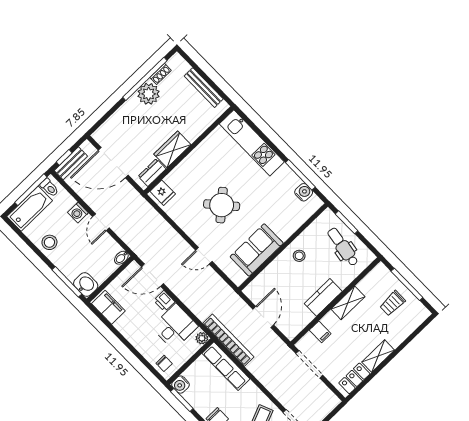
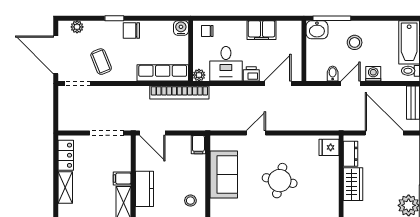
door: (113, 163) -> (384, 133), hinge flipped
round table: (222, 205) -> (280, 181), turned -37
door: (101, 222) -> (351, 83), hinge flipped
stool: (49, 242) -> (355, 42), moved
bidet: (121, 258) -> (333, 73), moved
filing cabinet: (253, 289) -> (198, 145), added
filing cabinet: (108, 307) -> (261, 30), moved
door: (263, 317) -> (152, 133), moved
filing cabinet: (320, 332) -> (122, 178), moved
window: (182, 400) -> (169, 18), removed

